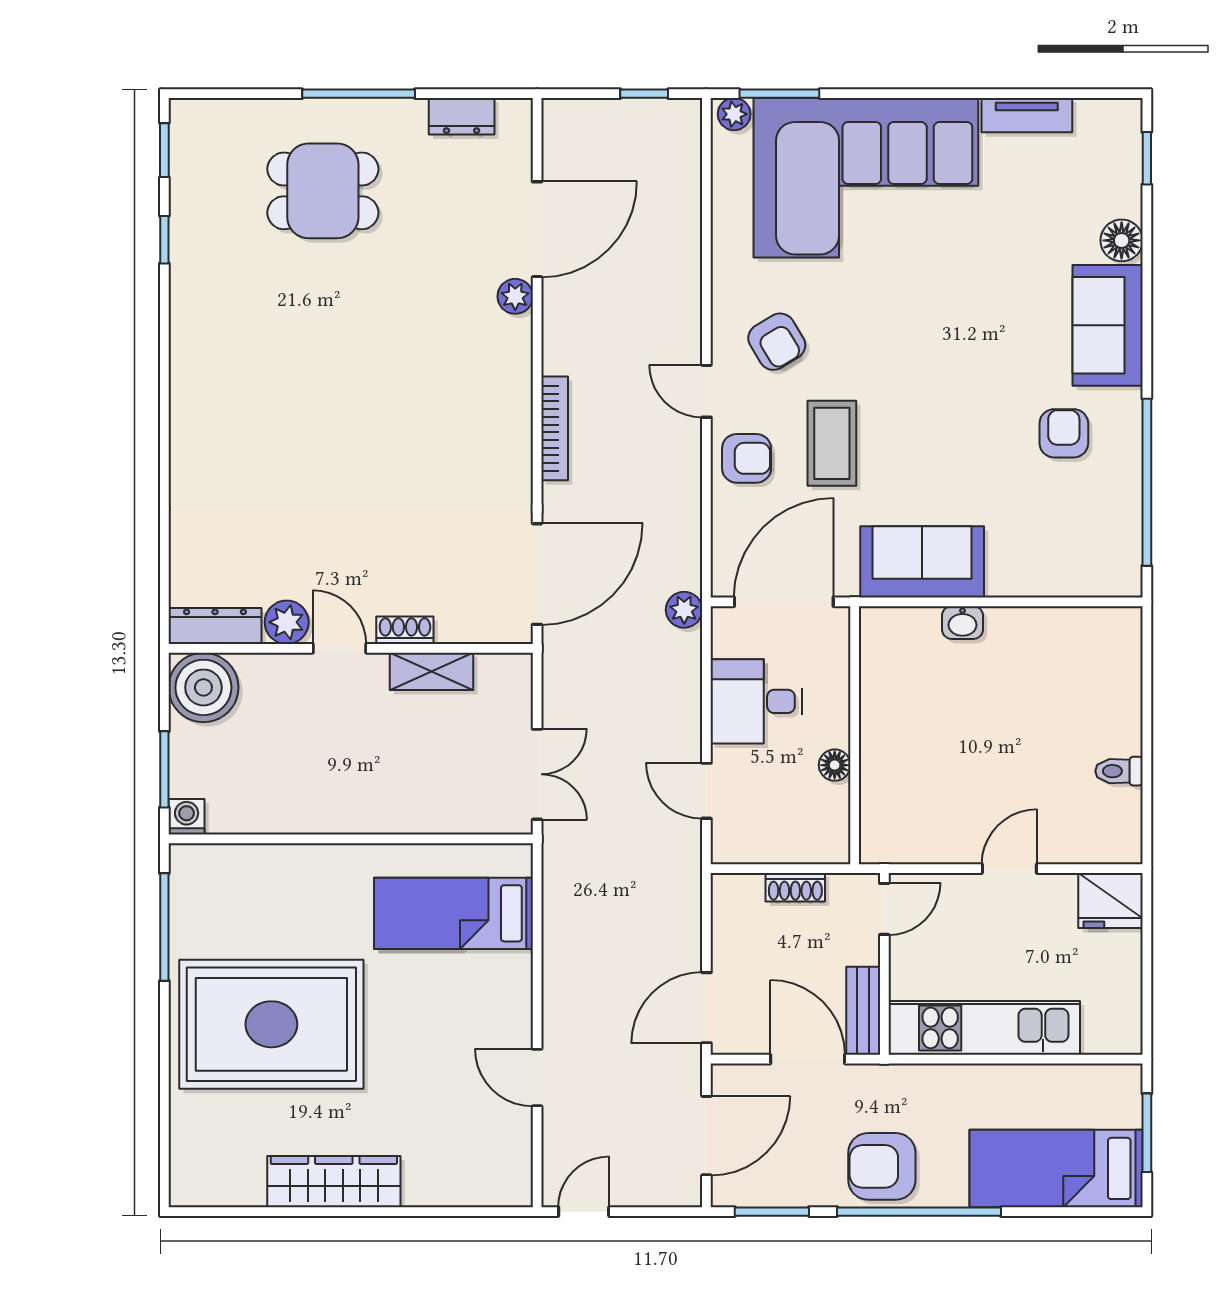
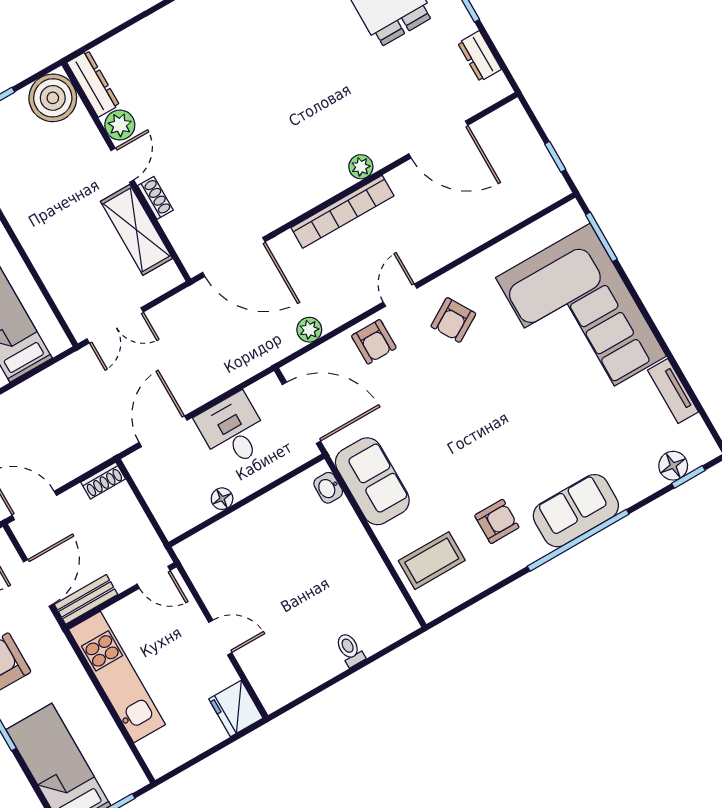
plant: (734, 114) -> (574, 217), removed
floor lamp: (1122, 240) -> (673, 466), moved
plant: (515, 296) -> (361, 167), moved
bookcase: (555, 428) -> (342, 212), width x1.48, depth x1.31
coffee table: (832, 443) -> (432, 561), moved
window: (1147, 482) -> (578, 540), moved
plant: (684, 610) -> (309, 330), moved
washbasin: (963, 623) -> (328, 488), moved
shelving: (432, 671) -> (136, 230), width x1.50, depth x1.33
toilet: (1119, 771) -> (350, 650), moved
door: (706, 791) -> (163, 431), width x1.38
shoe rack: (795, 887) -> (103, 481), moved, turned -90

